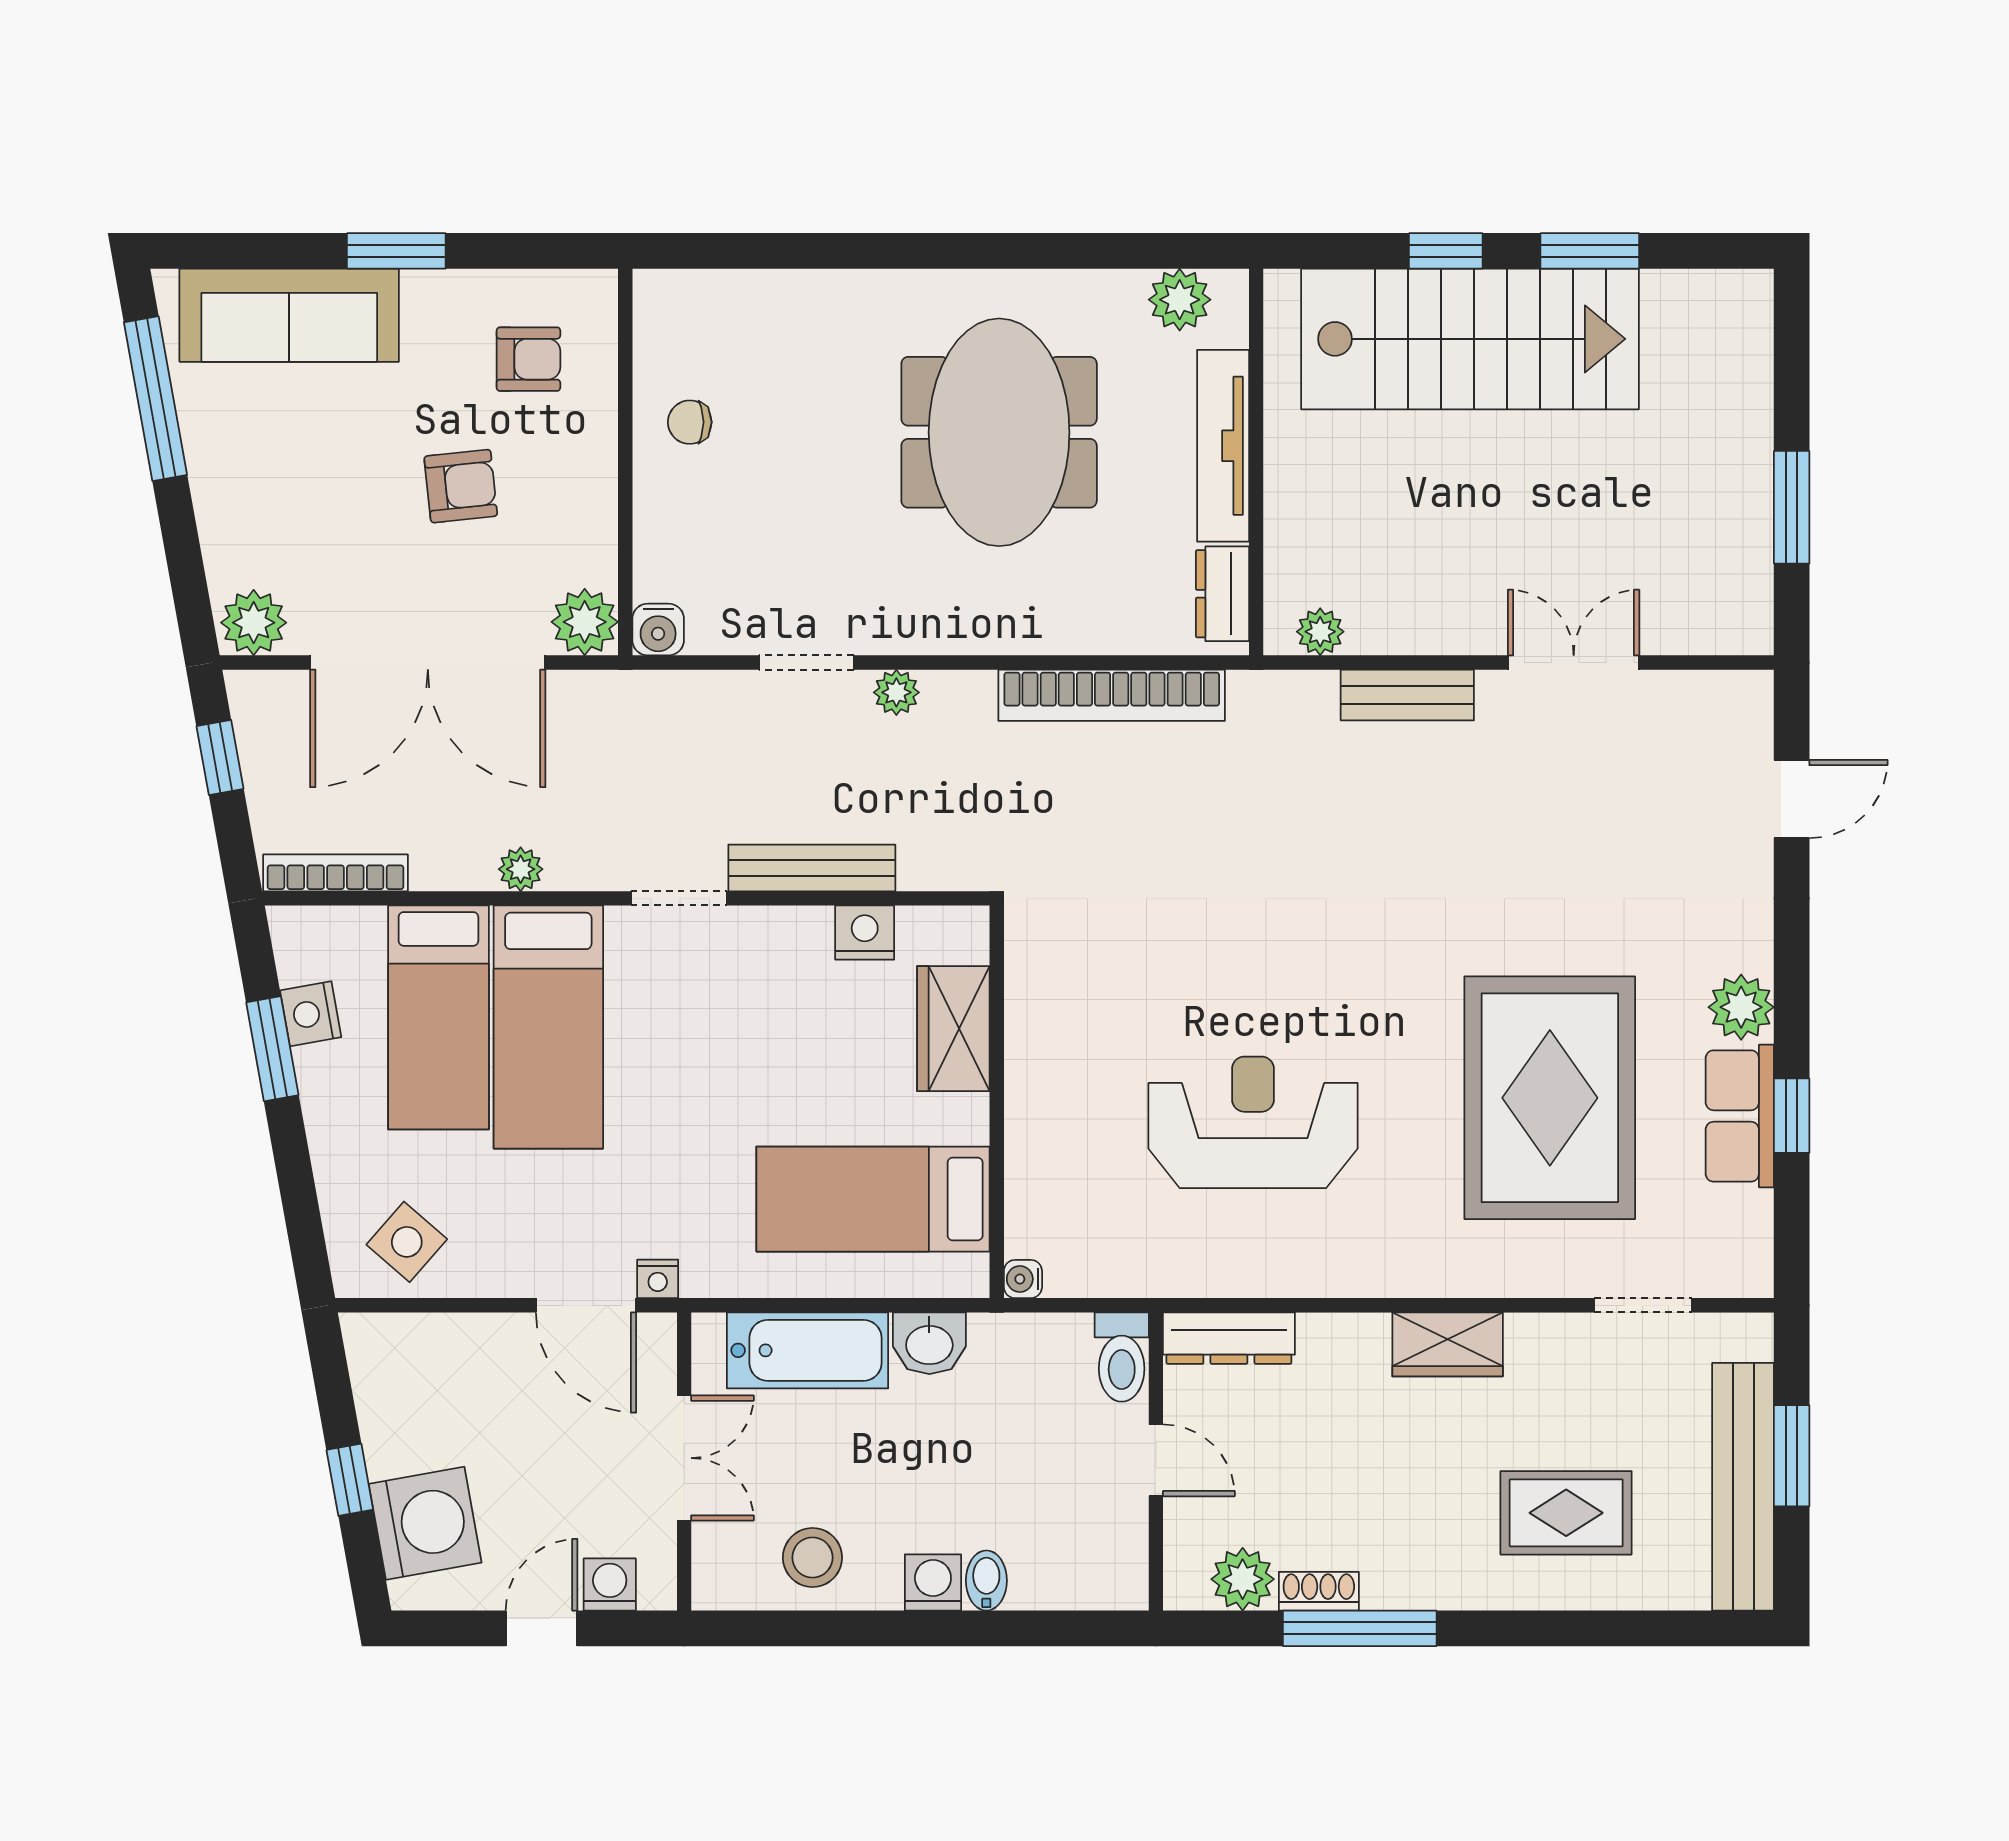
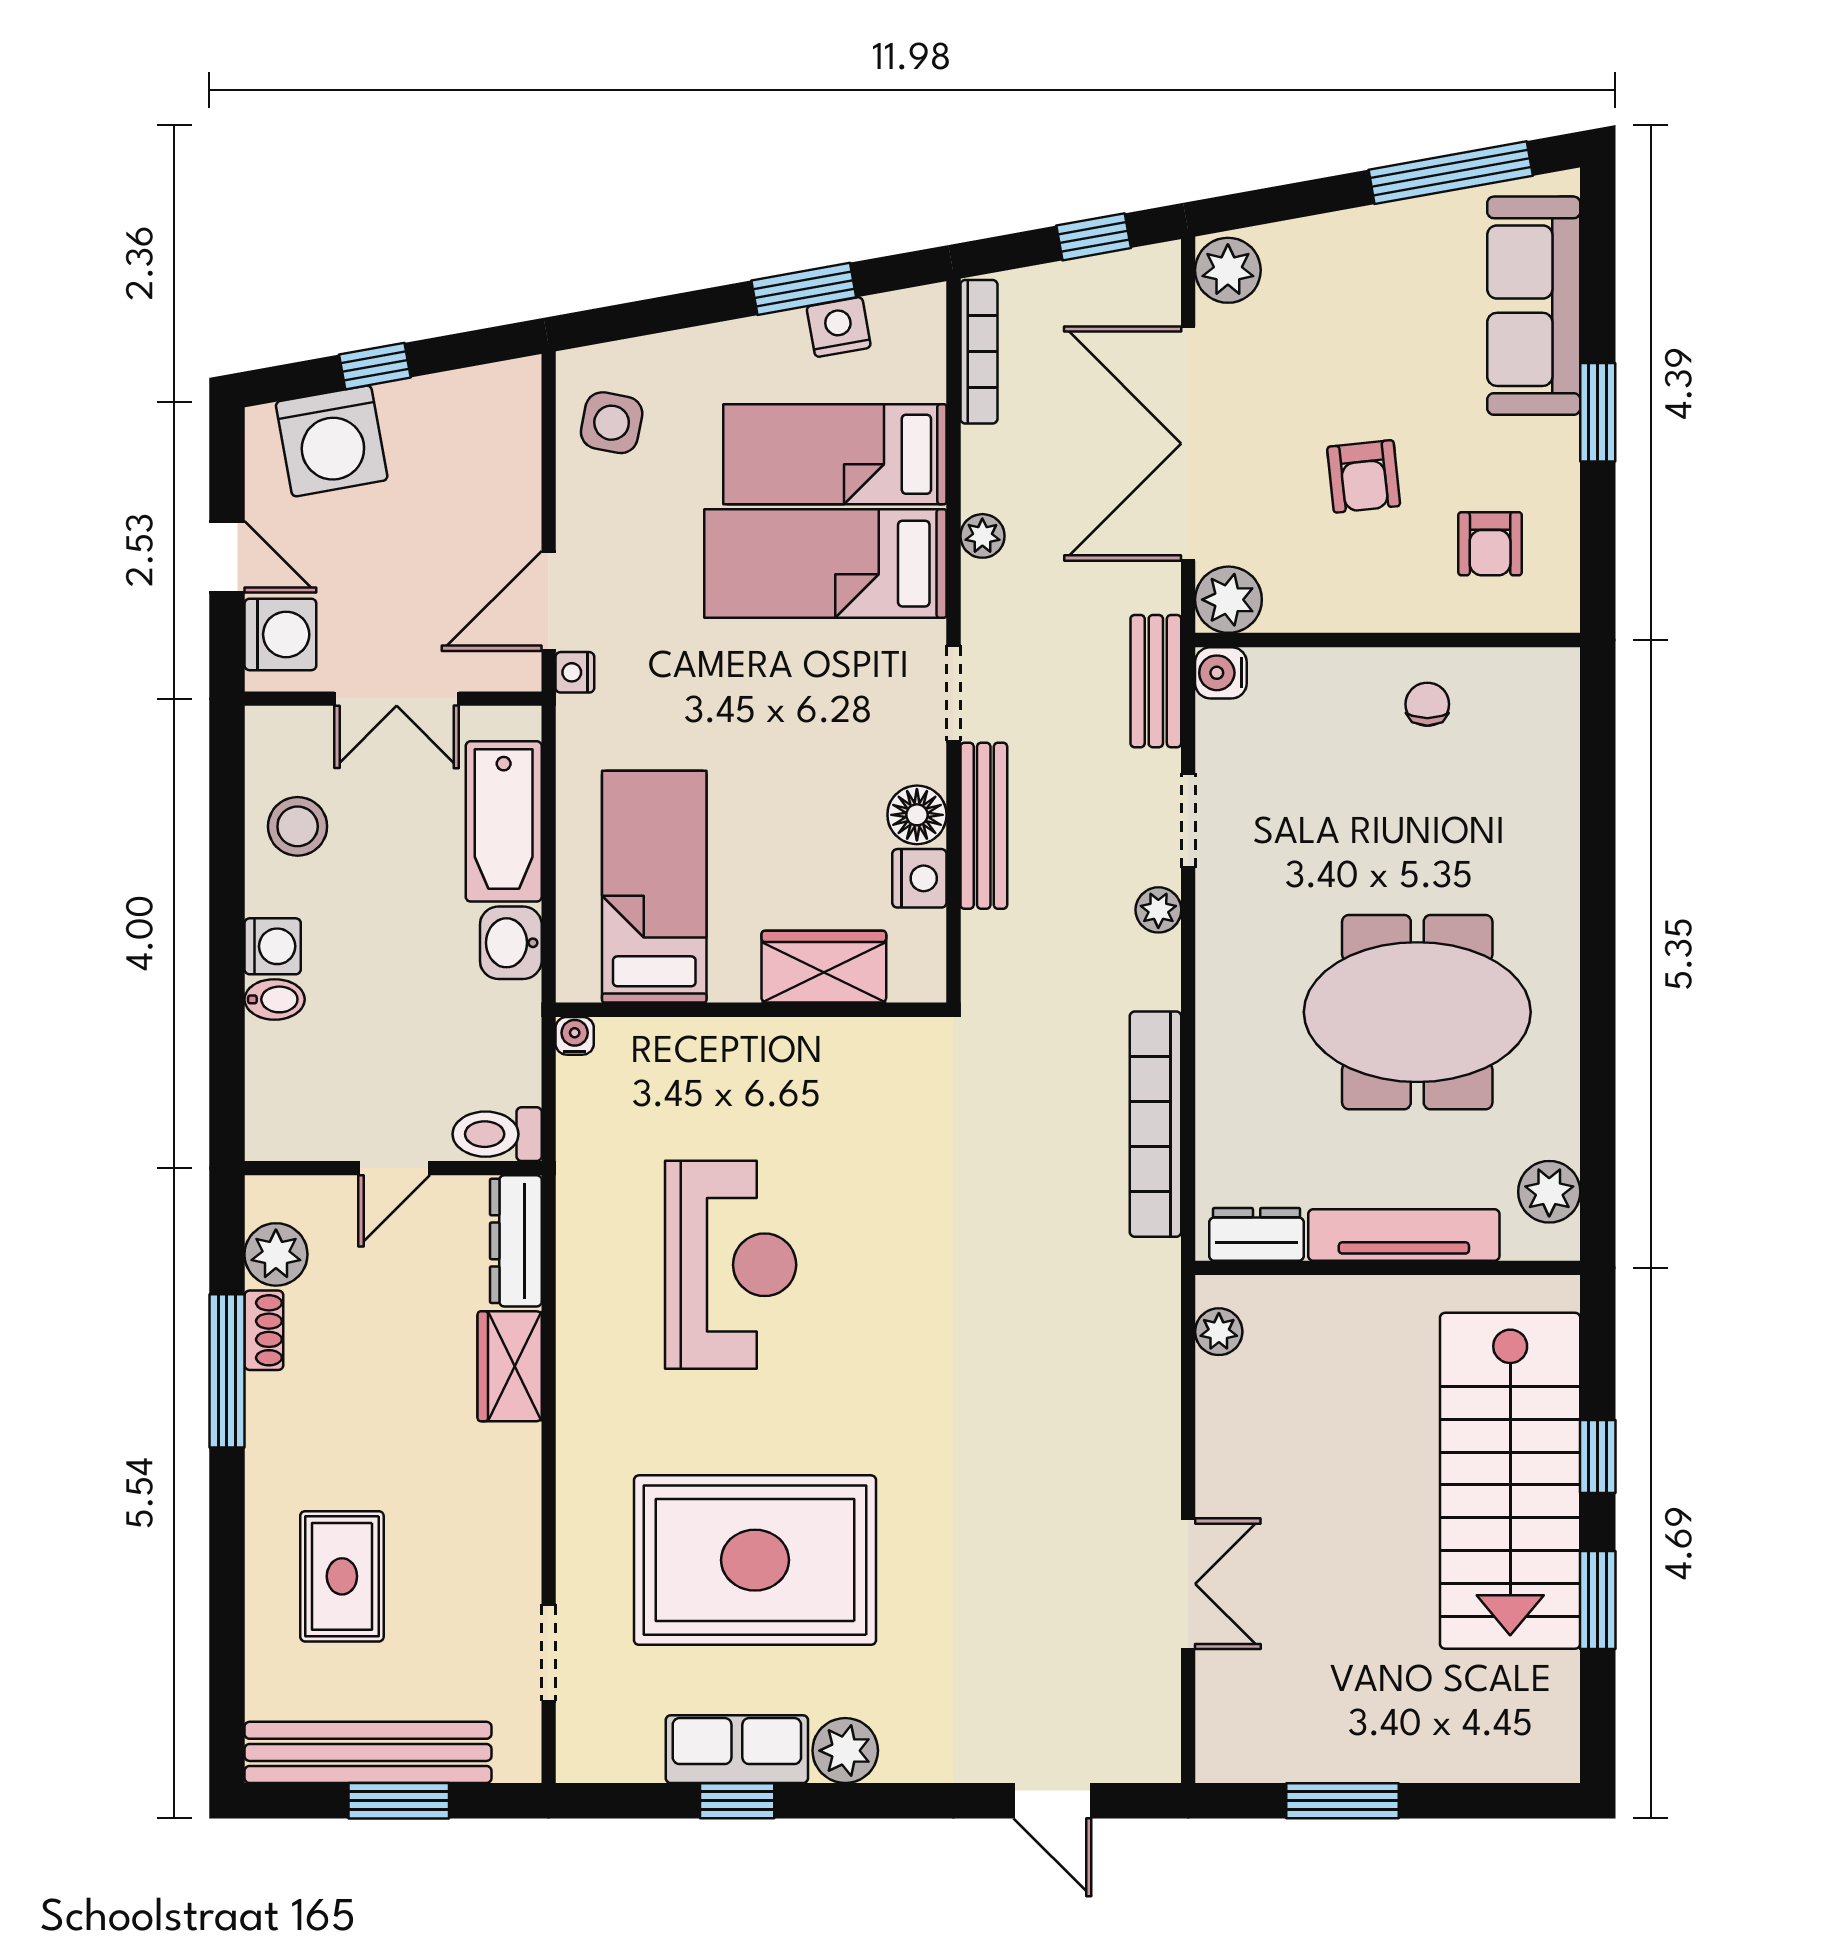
bench: (1407, 695) -> (1156, 681), moved
floor lamp: (801, 935) -> (917, 815), added
side table: (407, 1242) -> (612, 423), turned -30
wardrobe: (1448, 1344) -> (510, 1366), moved
washing machine: (610, 1585) -> (280, 634), width x1.38, depth x1.38

